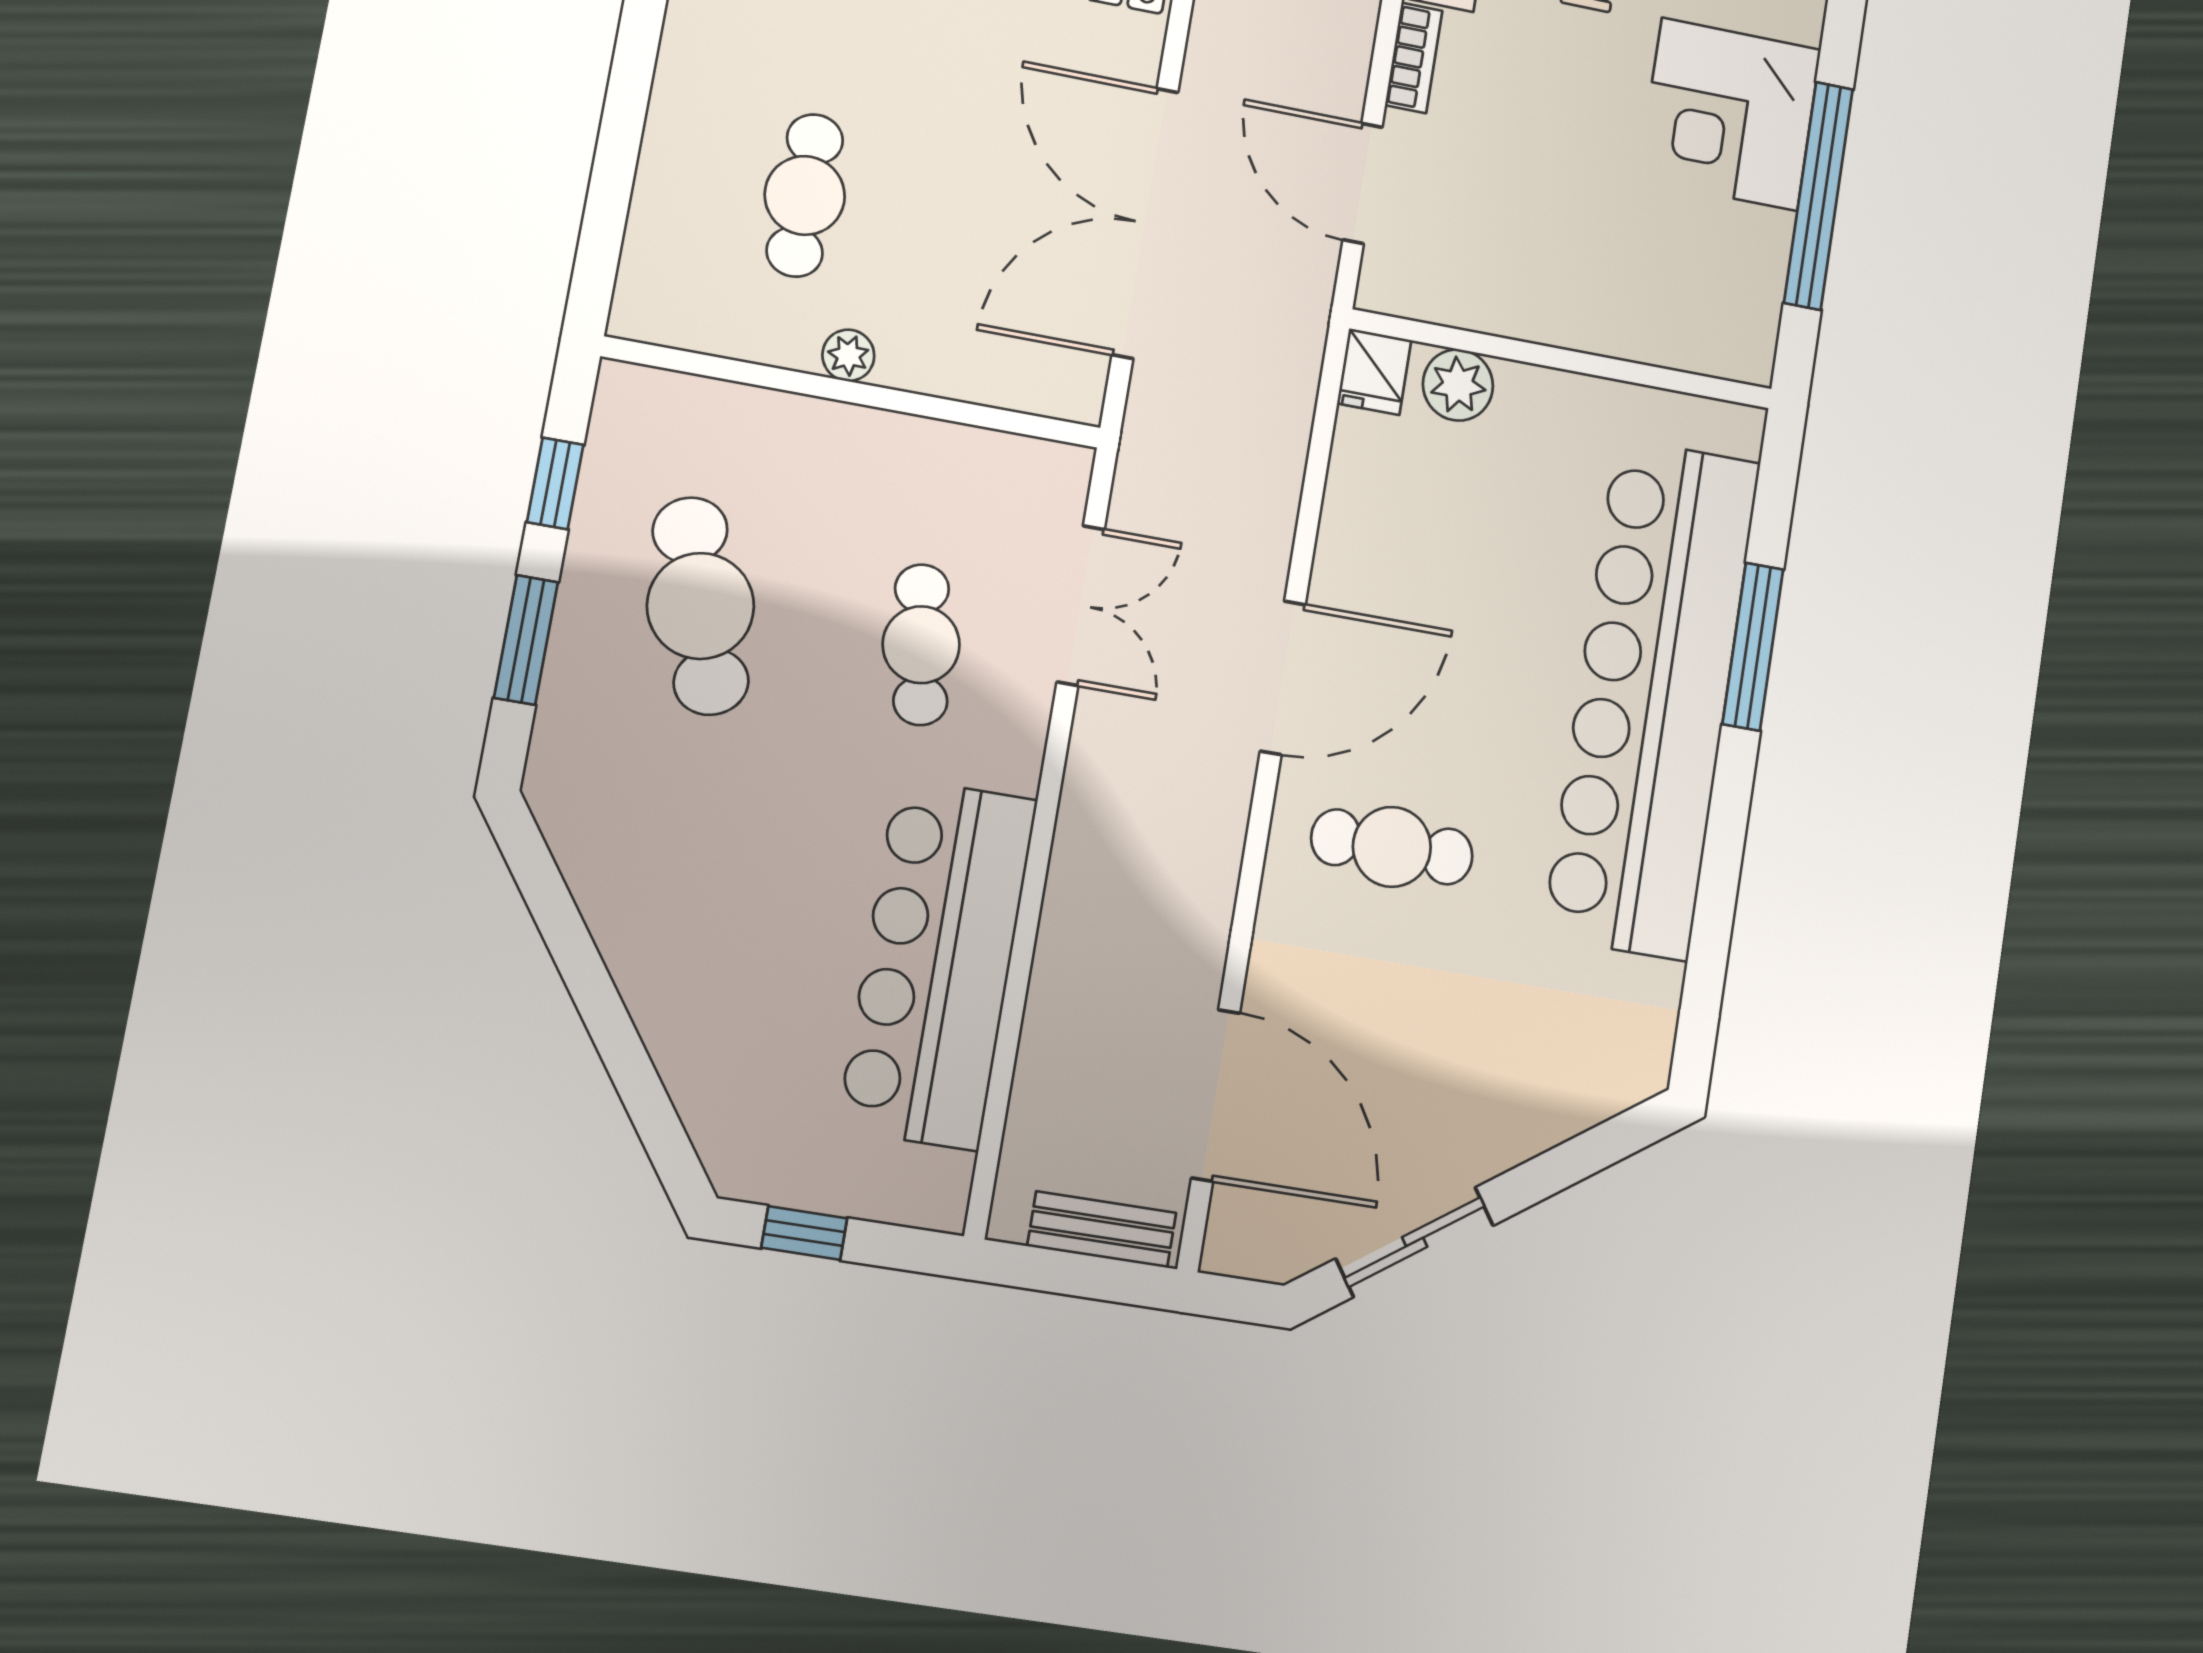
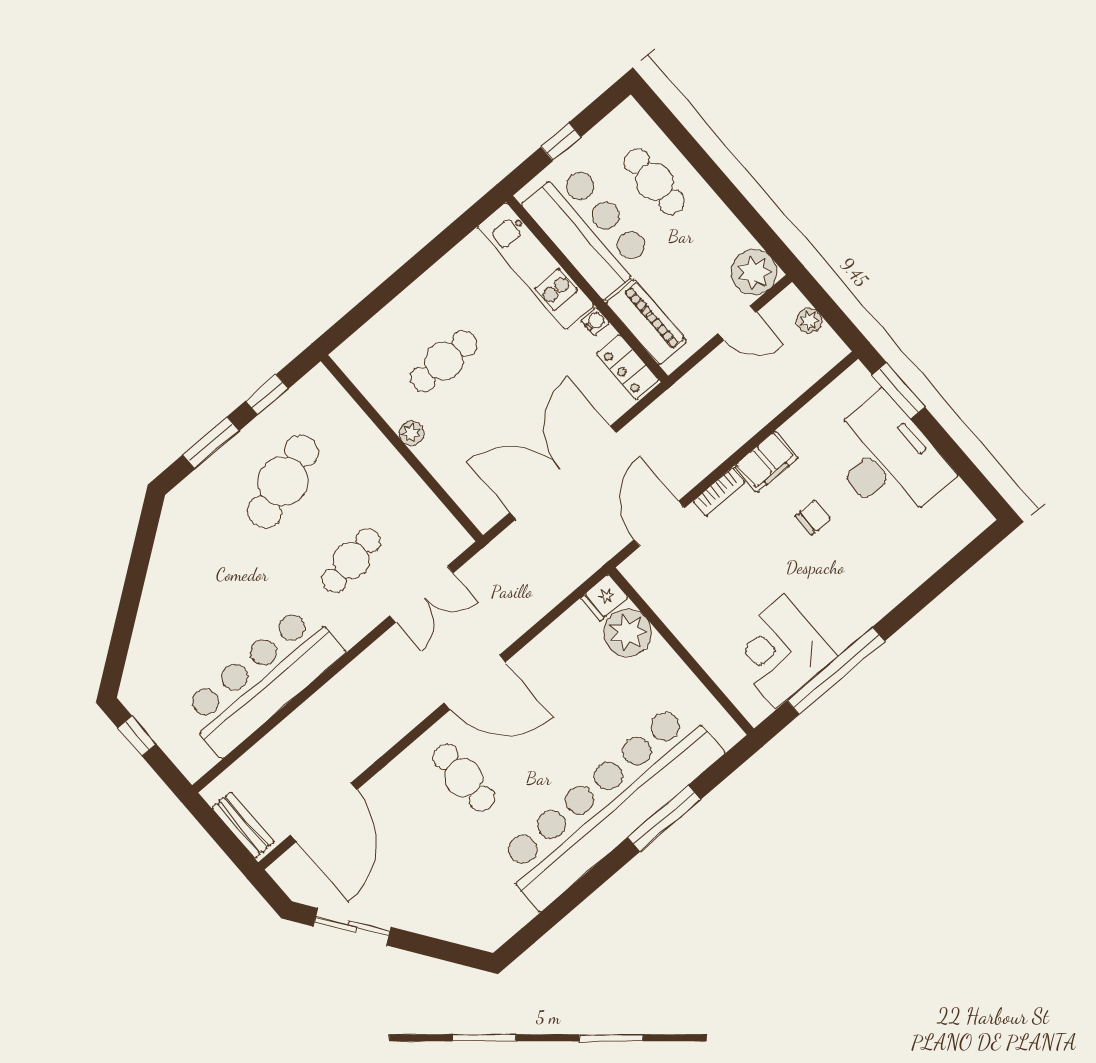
corner desk: (1730, 114) -> (780, 652), moved
plant: (1458, 385) -> (628, 633), width x1.36, depth x1.36

